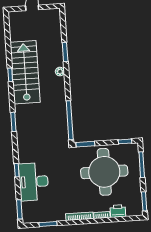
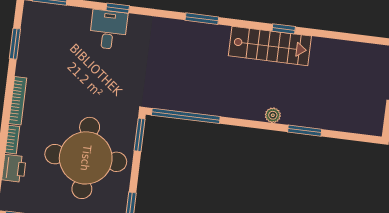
stairs: (25, 72) -> (270, 46), width x0.73, depth x0.66
desk: (34, 182) -> (108, 30), width x0.53, depth x0.77

